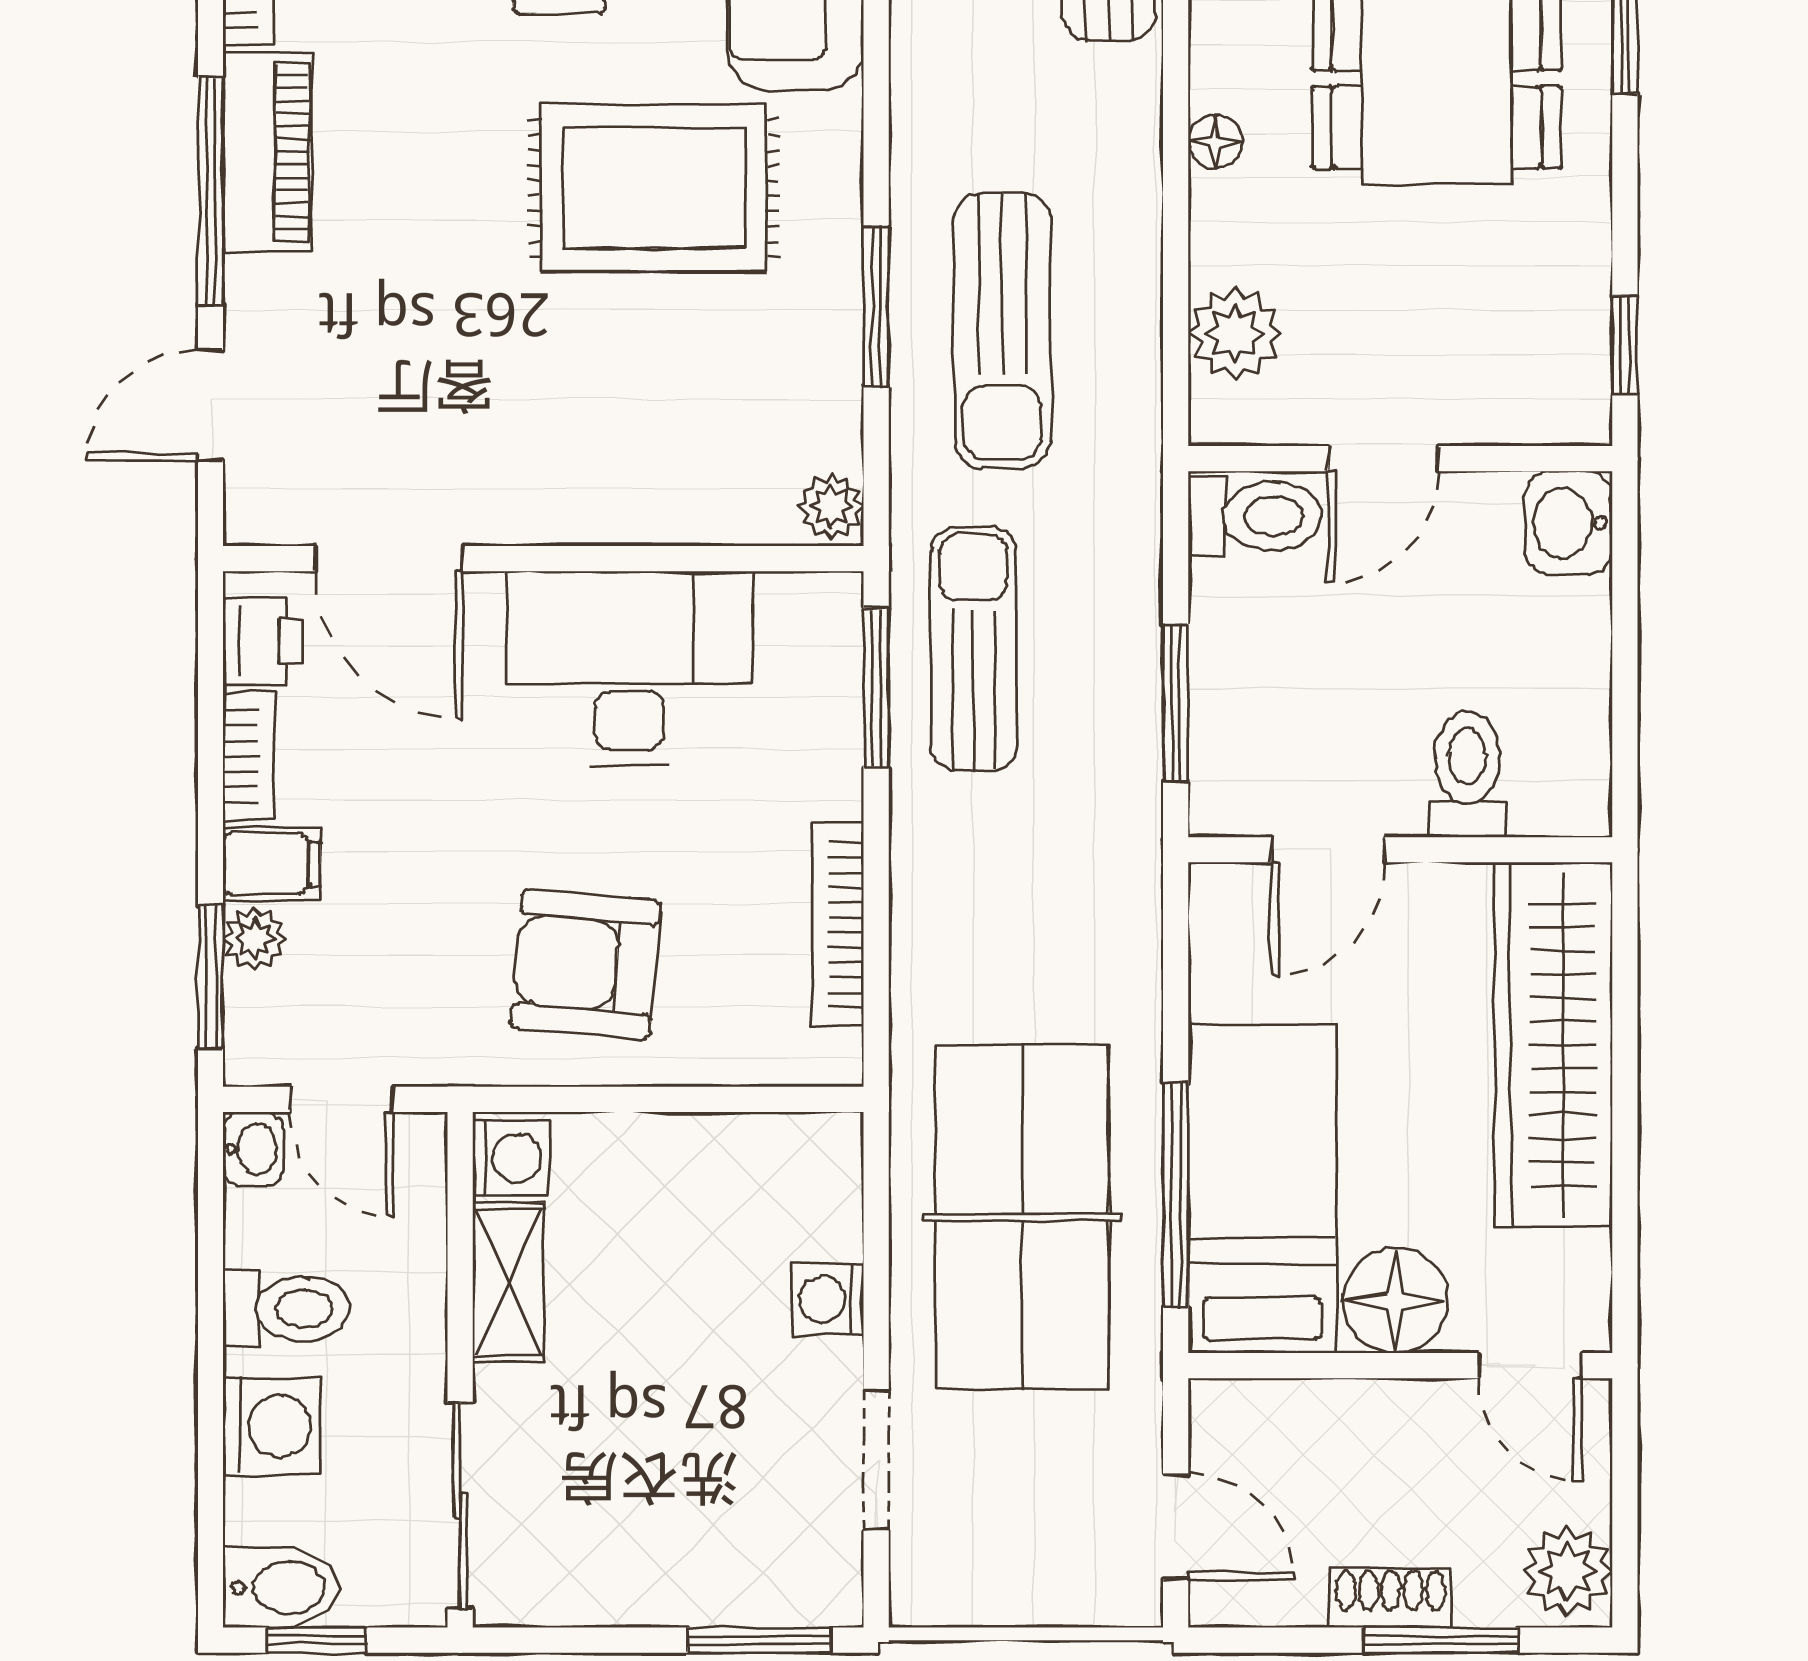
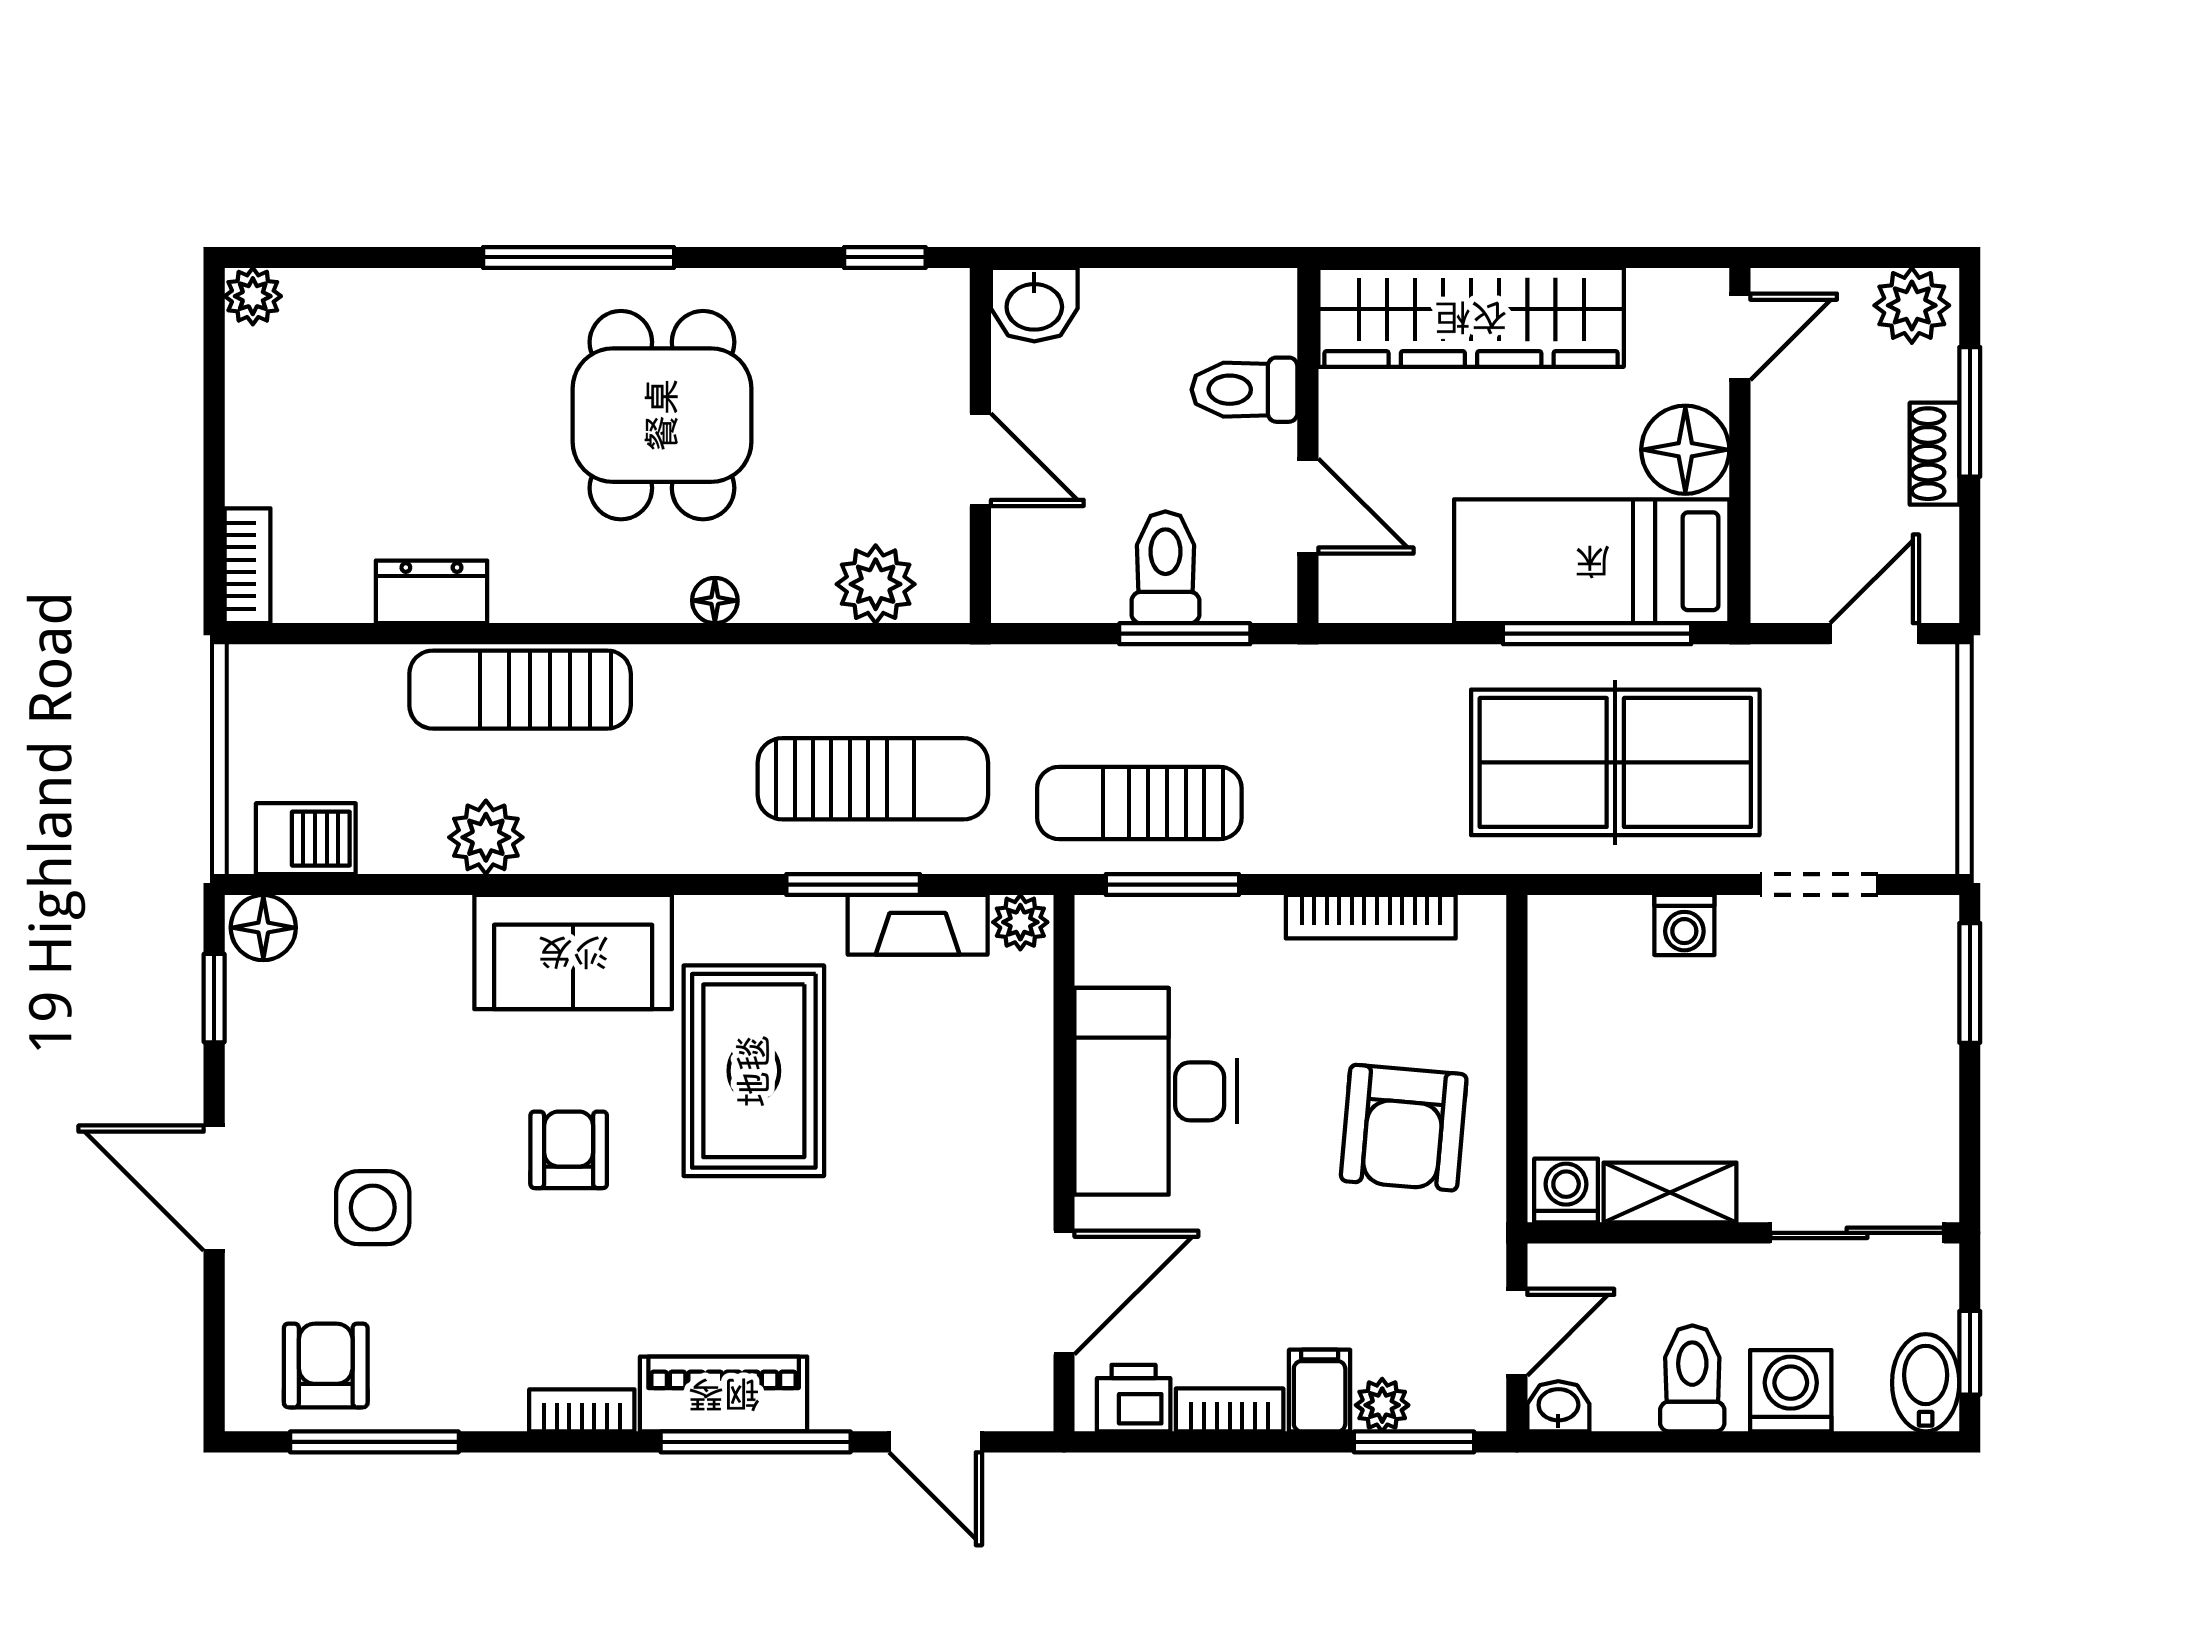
fireplace: (828, 384) -> (918, 925), added
toilet: (1255, 516) -> (1165, 567), moved

